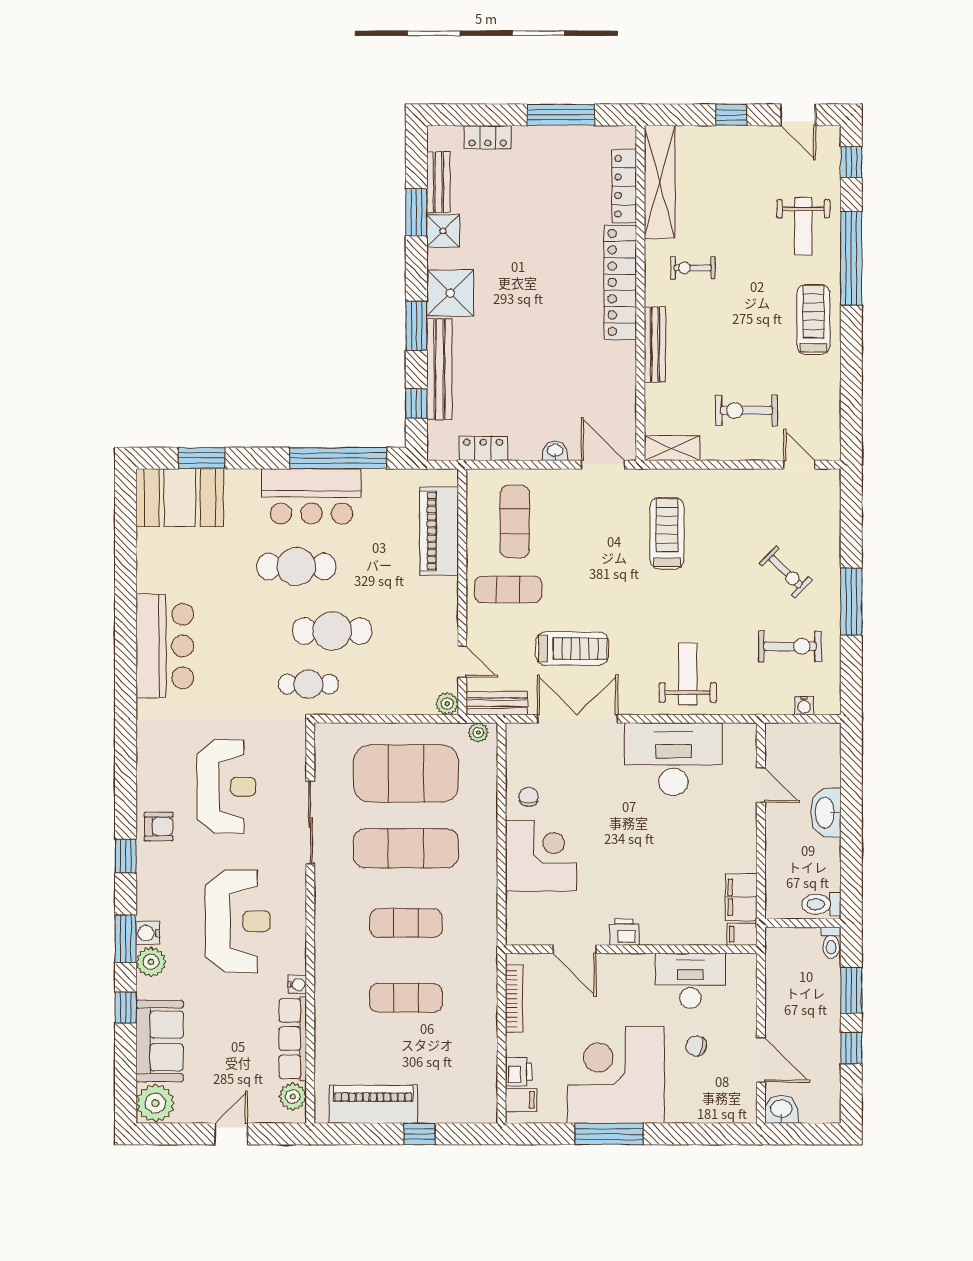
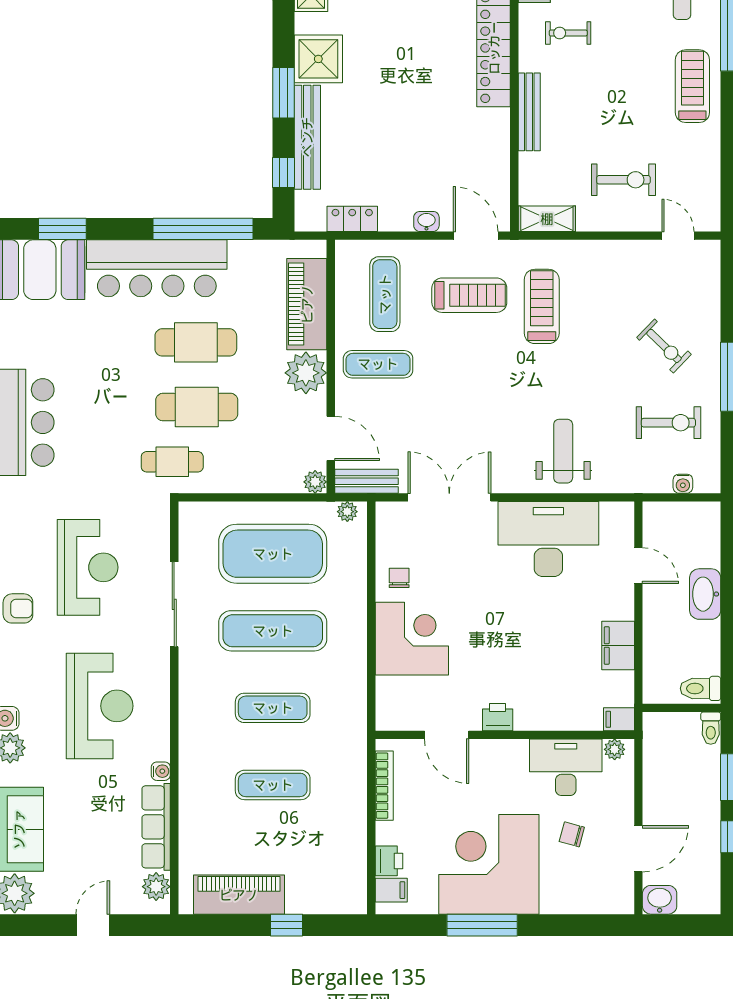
exercise bike: (746, 410) -> (623, 180), turned 180
bar counter: (312, 496) -> (157, 268), width x1.36
cafe table: (296, 566) -> (196, 342), moved
plant: (438, 598) -> (306, 373), added
treadmill: (572, 649) -> (469, 295), moved
door: (462, 662) -> (331, 438), width x1.38
filing cabinet: (741, 897) -> (618, 646), moved
plant: (738, 963) -> (615, 749), added
door: (761, 1060) -> (638, 849), hinge flipped

